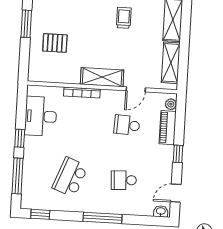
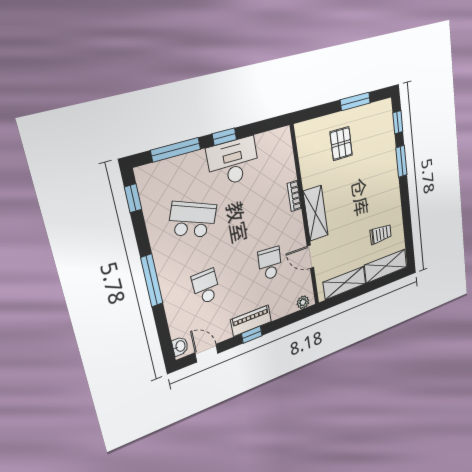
trolley: (124, 18) -> (381, 234), moved
bookcase: (82, 93) -> (294, 196), width x0.64
desk: (41, 116) -> (233, 162), moved
piano: (168, 128) -> (251, 321), moved

